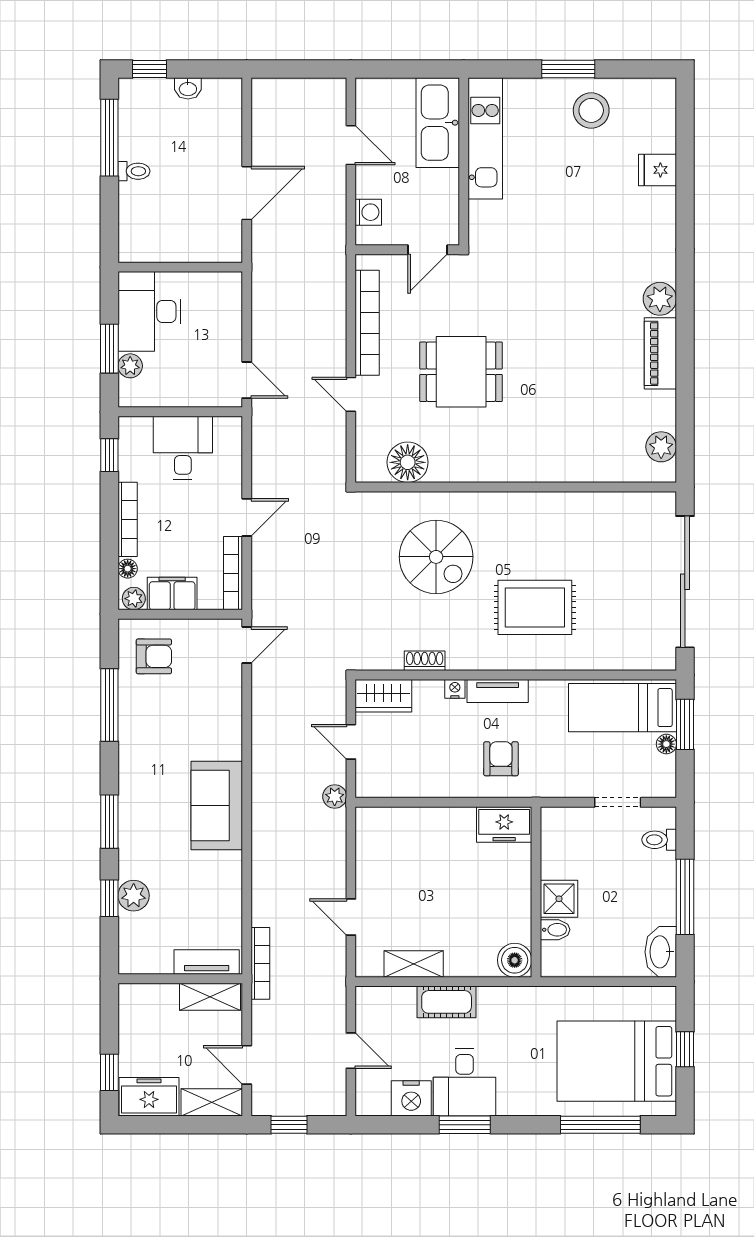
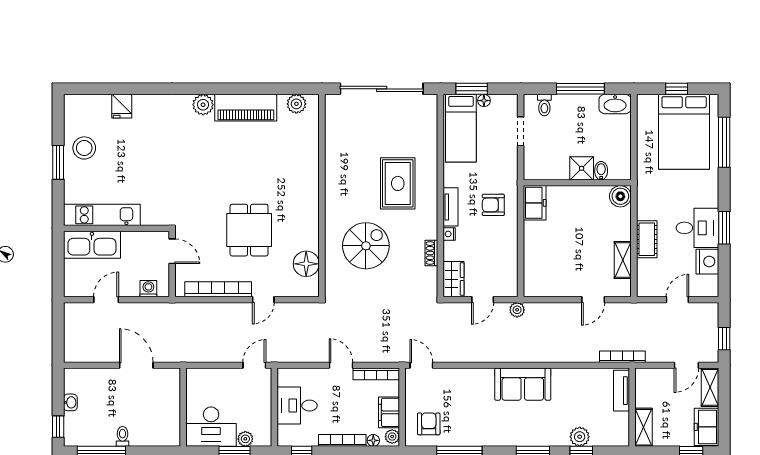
piano: (660, 353) -> (246, 108), width x1.37, depth x1.33
shelving: (210, 997) -> (643, 427), moved

